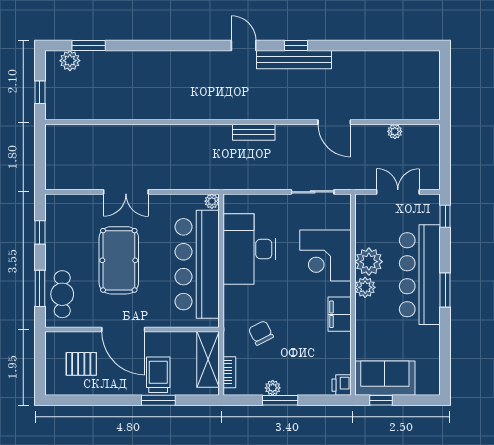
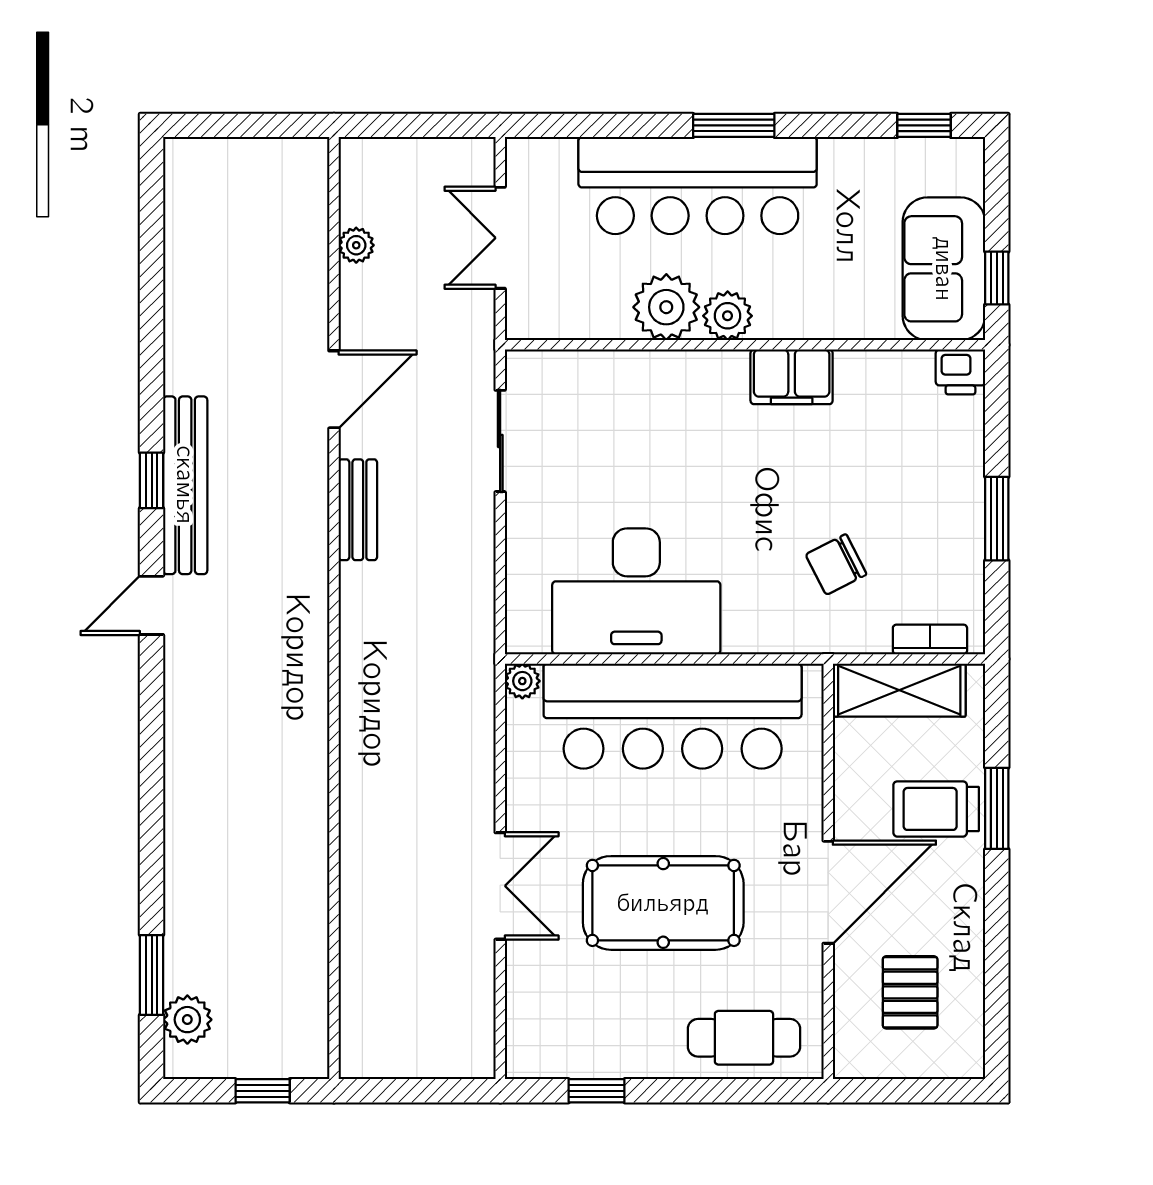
bench: (254, 132) -> (358, 510), moved
window: (445, 216) -> (924, 125), moved
corner desk: (325, 255) -> (652, 411), removed
window: (40, 288) -> (730, 1091), removed
plant: (273, 388) -> (967, 536), removed

